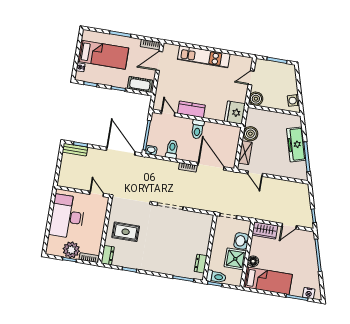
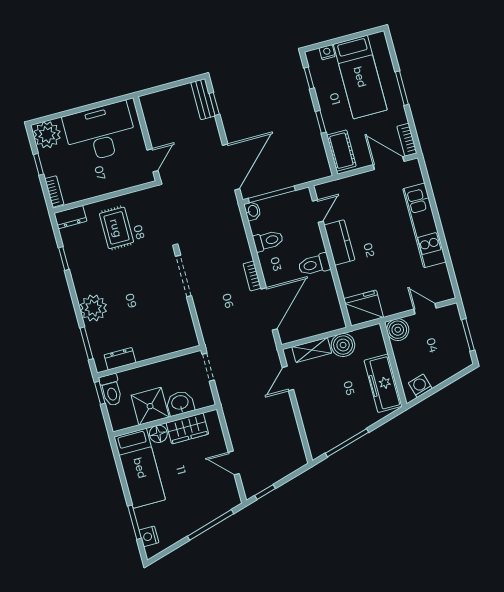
freezer: (296, 144) -> (383, 383), moved, turned -74
wardrobe: (265, 230) -> (187, 428), moved, turned -90
plant: (71, 250) -> (47, 135), moved
plant: (165, 266) -> (93, 308), added

